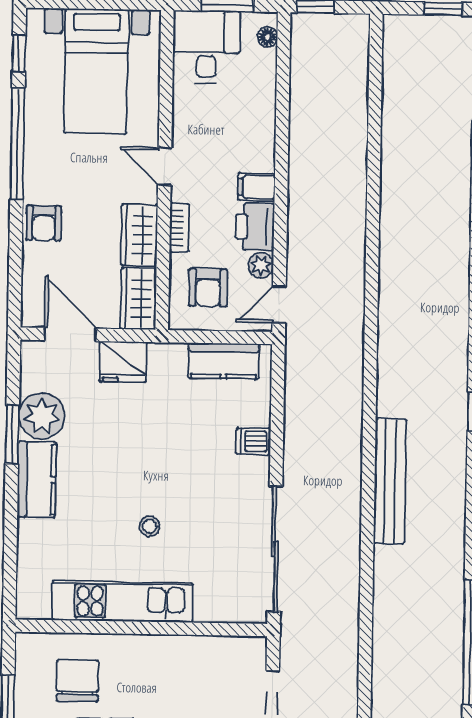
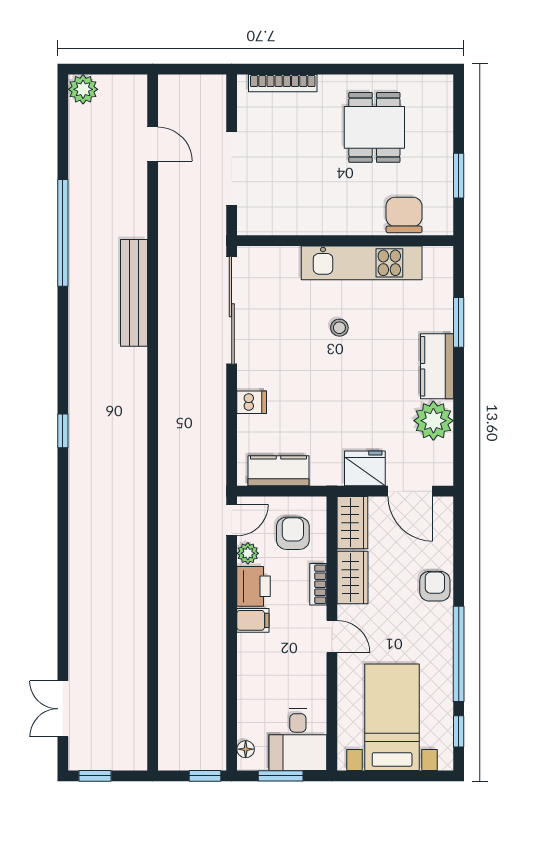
window: (12, 435) -> (459, 322), moved
bench: (390, 481) -> (134, 293), moved
chair: (77, 681) -> (404, 215), moved, turned 180

